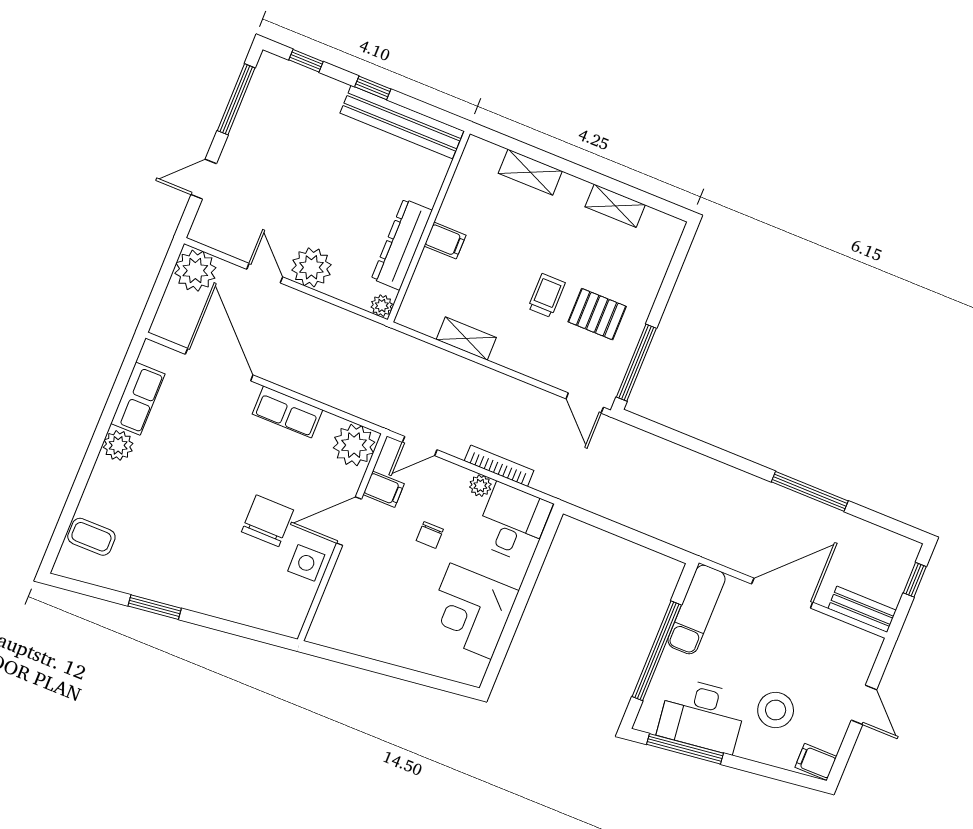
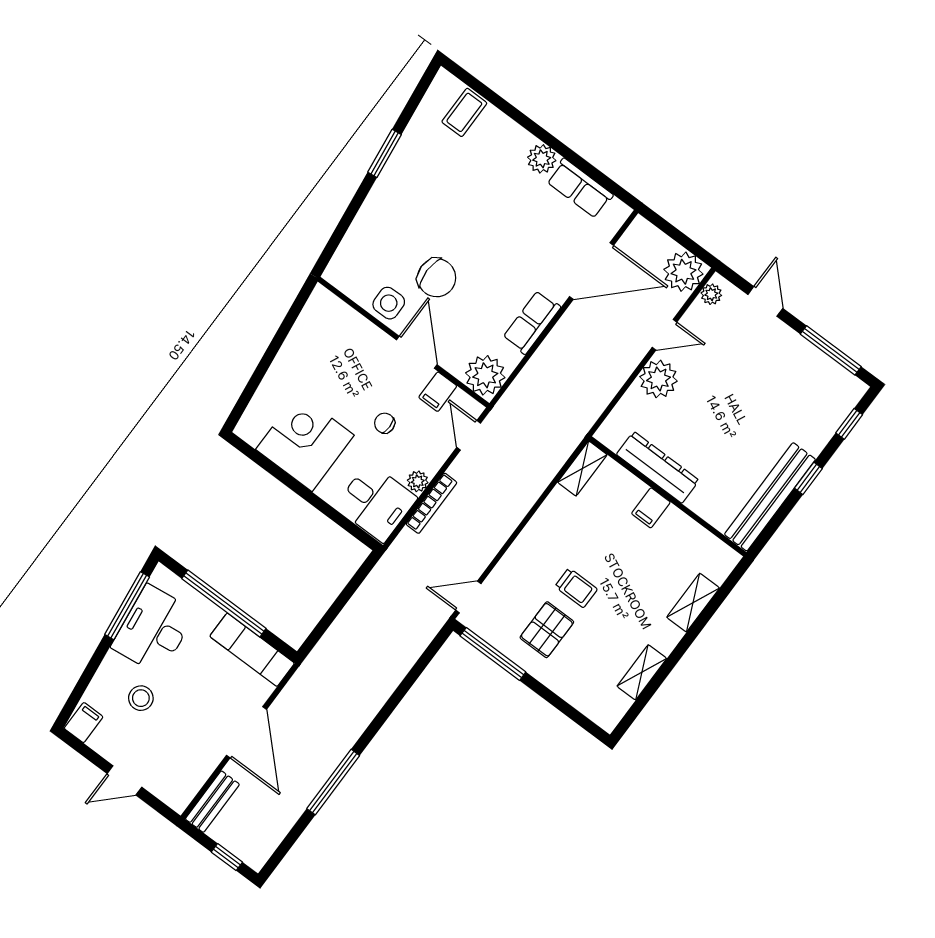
plant: (382, 306) -> (711, 294), moved
shelving: (466, 338) -> (582, 469), moved
stool: (776, 710) -> (141, 698), width x0.73, depth x0.73

